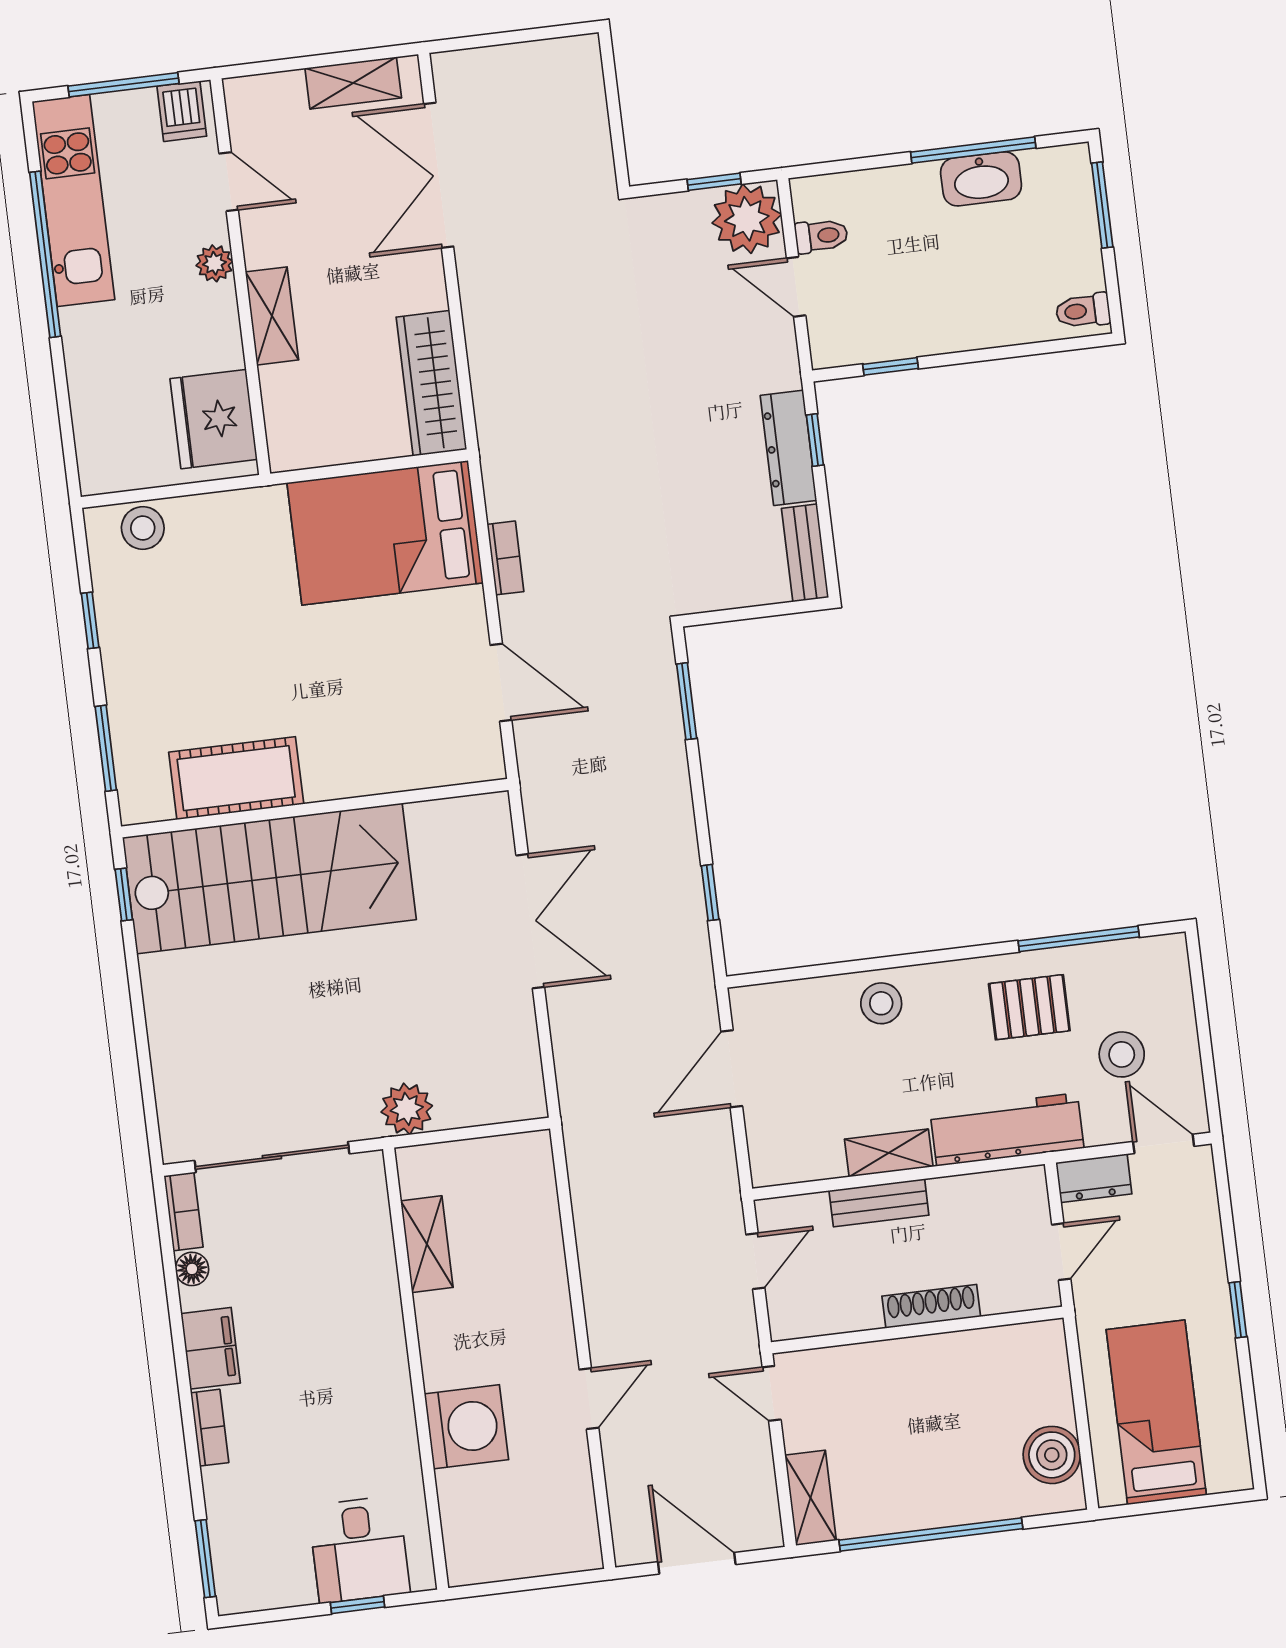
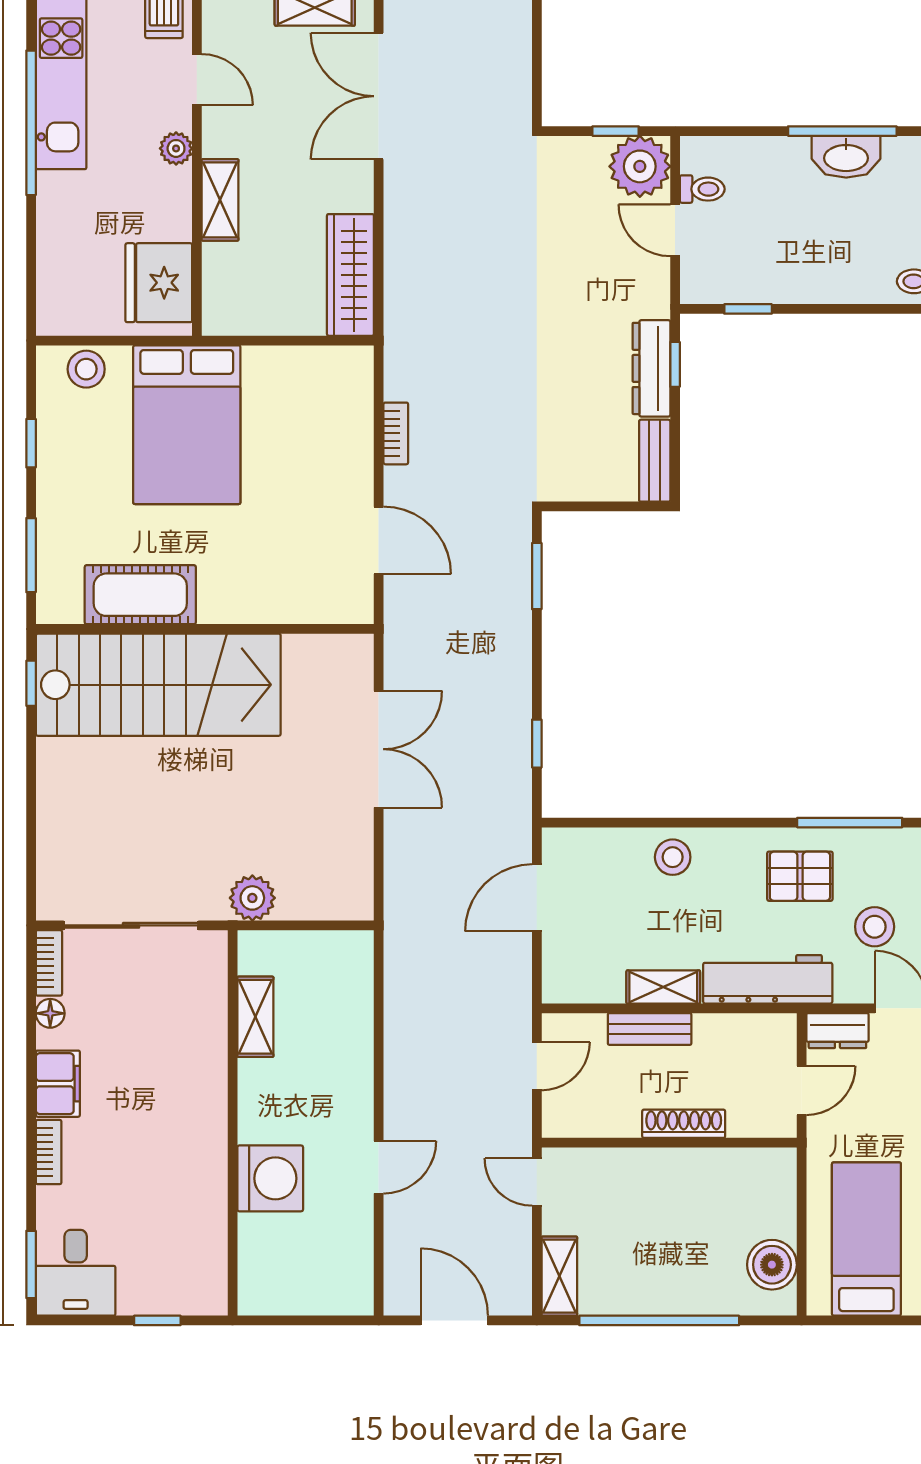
bed: (385, 533) -> (187, 425), moved, turned -90
desk: (359, 1549) -> (76, 1273), moved

